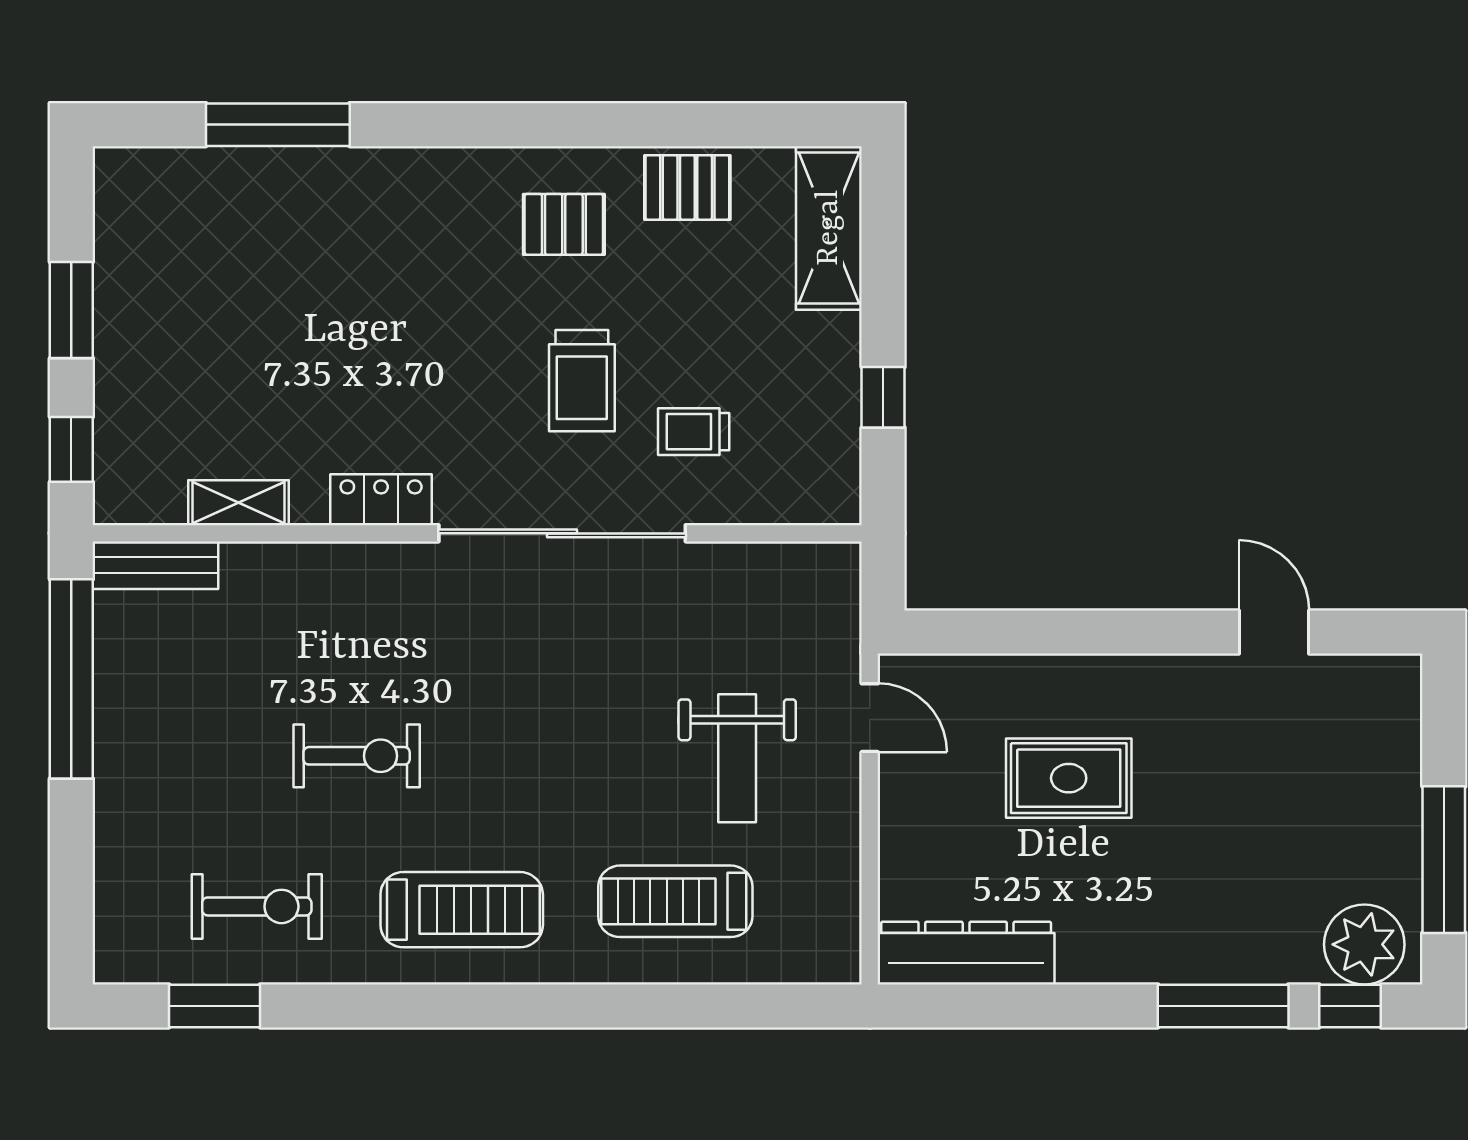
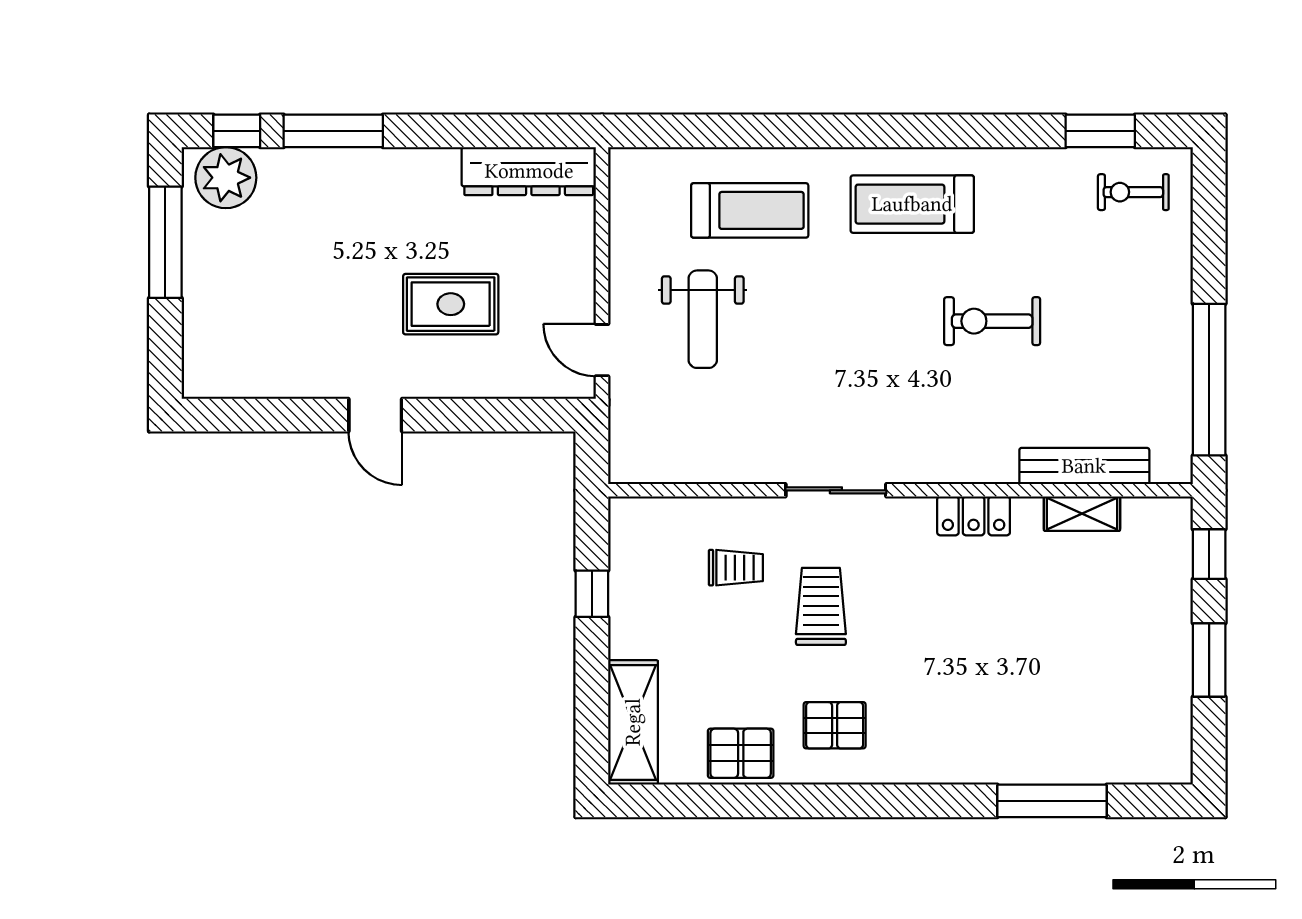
sliding door: (562, 533) -> (836, 490), width x0.54
bench: (155, 565) -> (1084, 466), moved, width x1.36
door: (1274, 632) -> (375, 415), moved
weight bench: (737, 758) -> (703, 319), turned 180
exercise bike: (257, 906) -> (1133, 192), moved, width x0.73, depth x0.72

